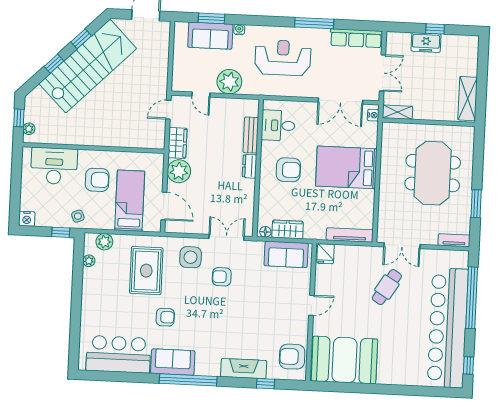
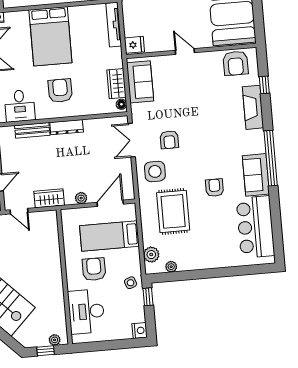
dresser: (249, 166) -> (67, 127), width x1.44
plant: (179, 171) -> (81, 198), width x0.53, depth x0.53
rug: (146, 271) -> (173, 211), turned 90

